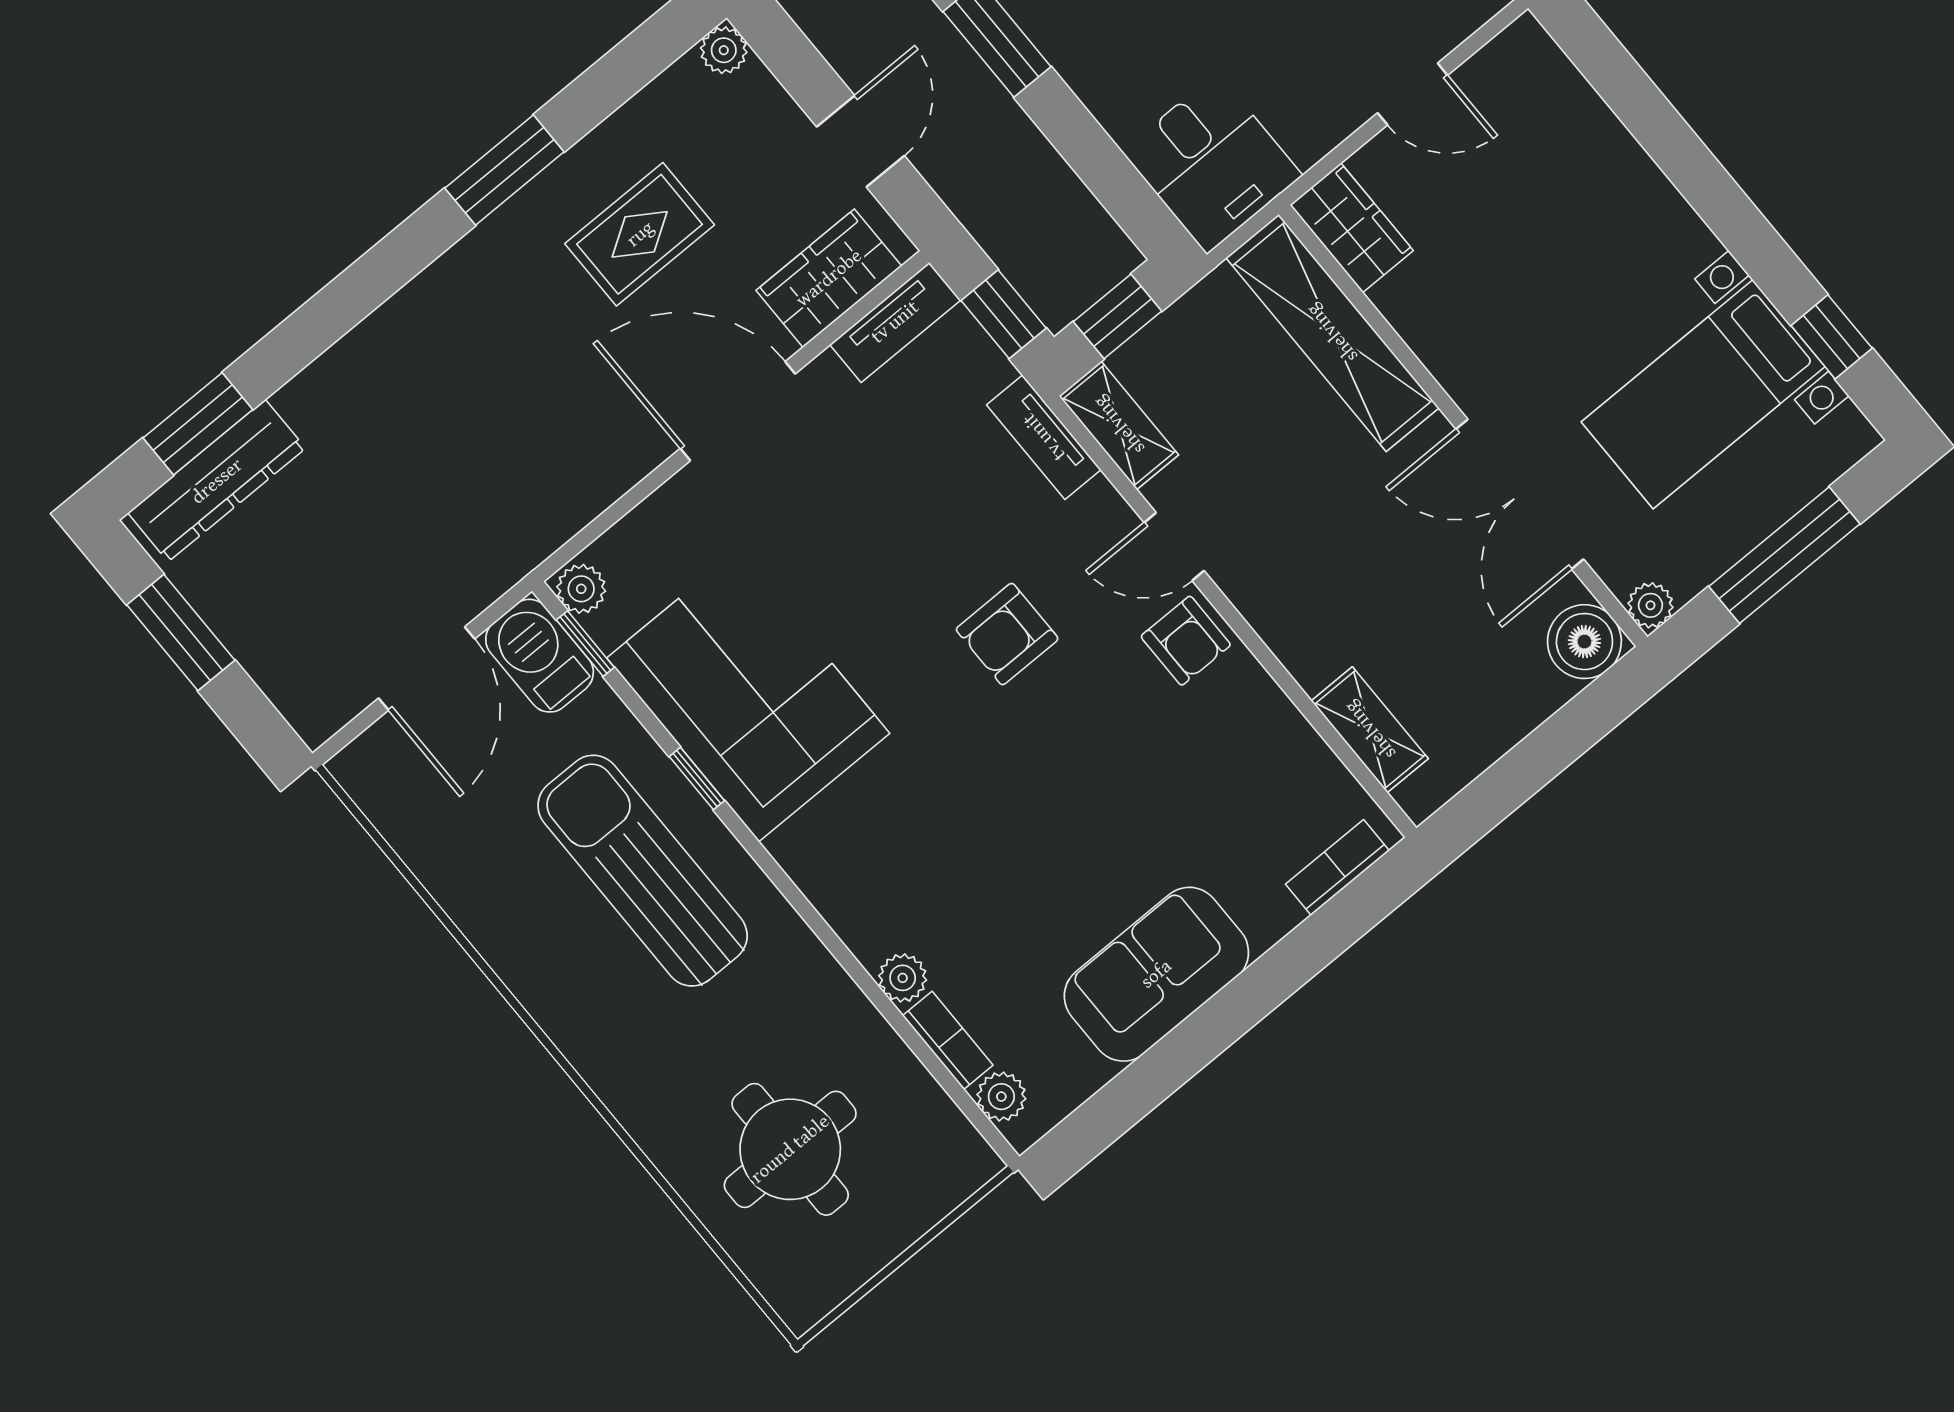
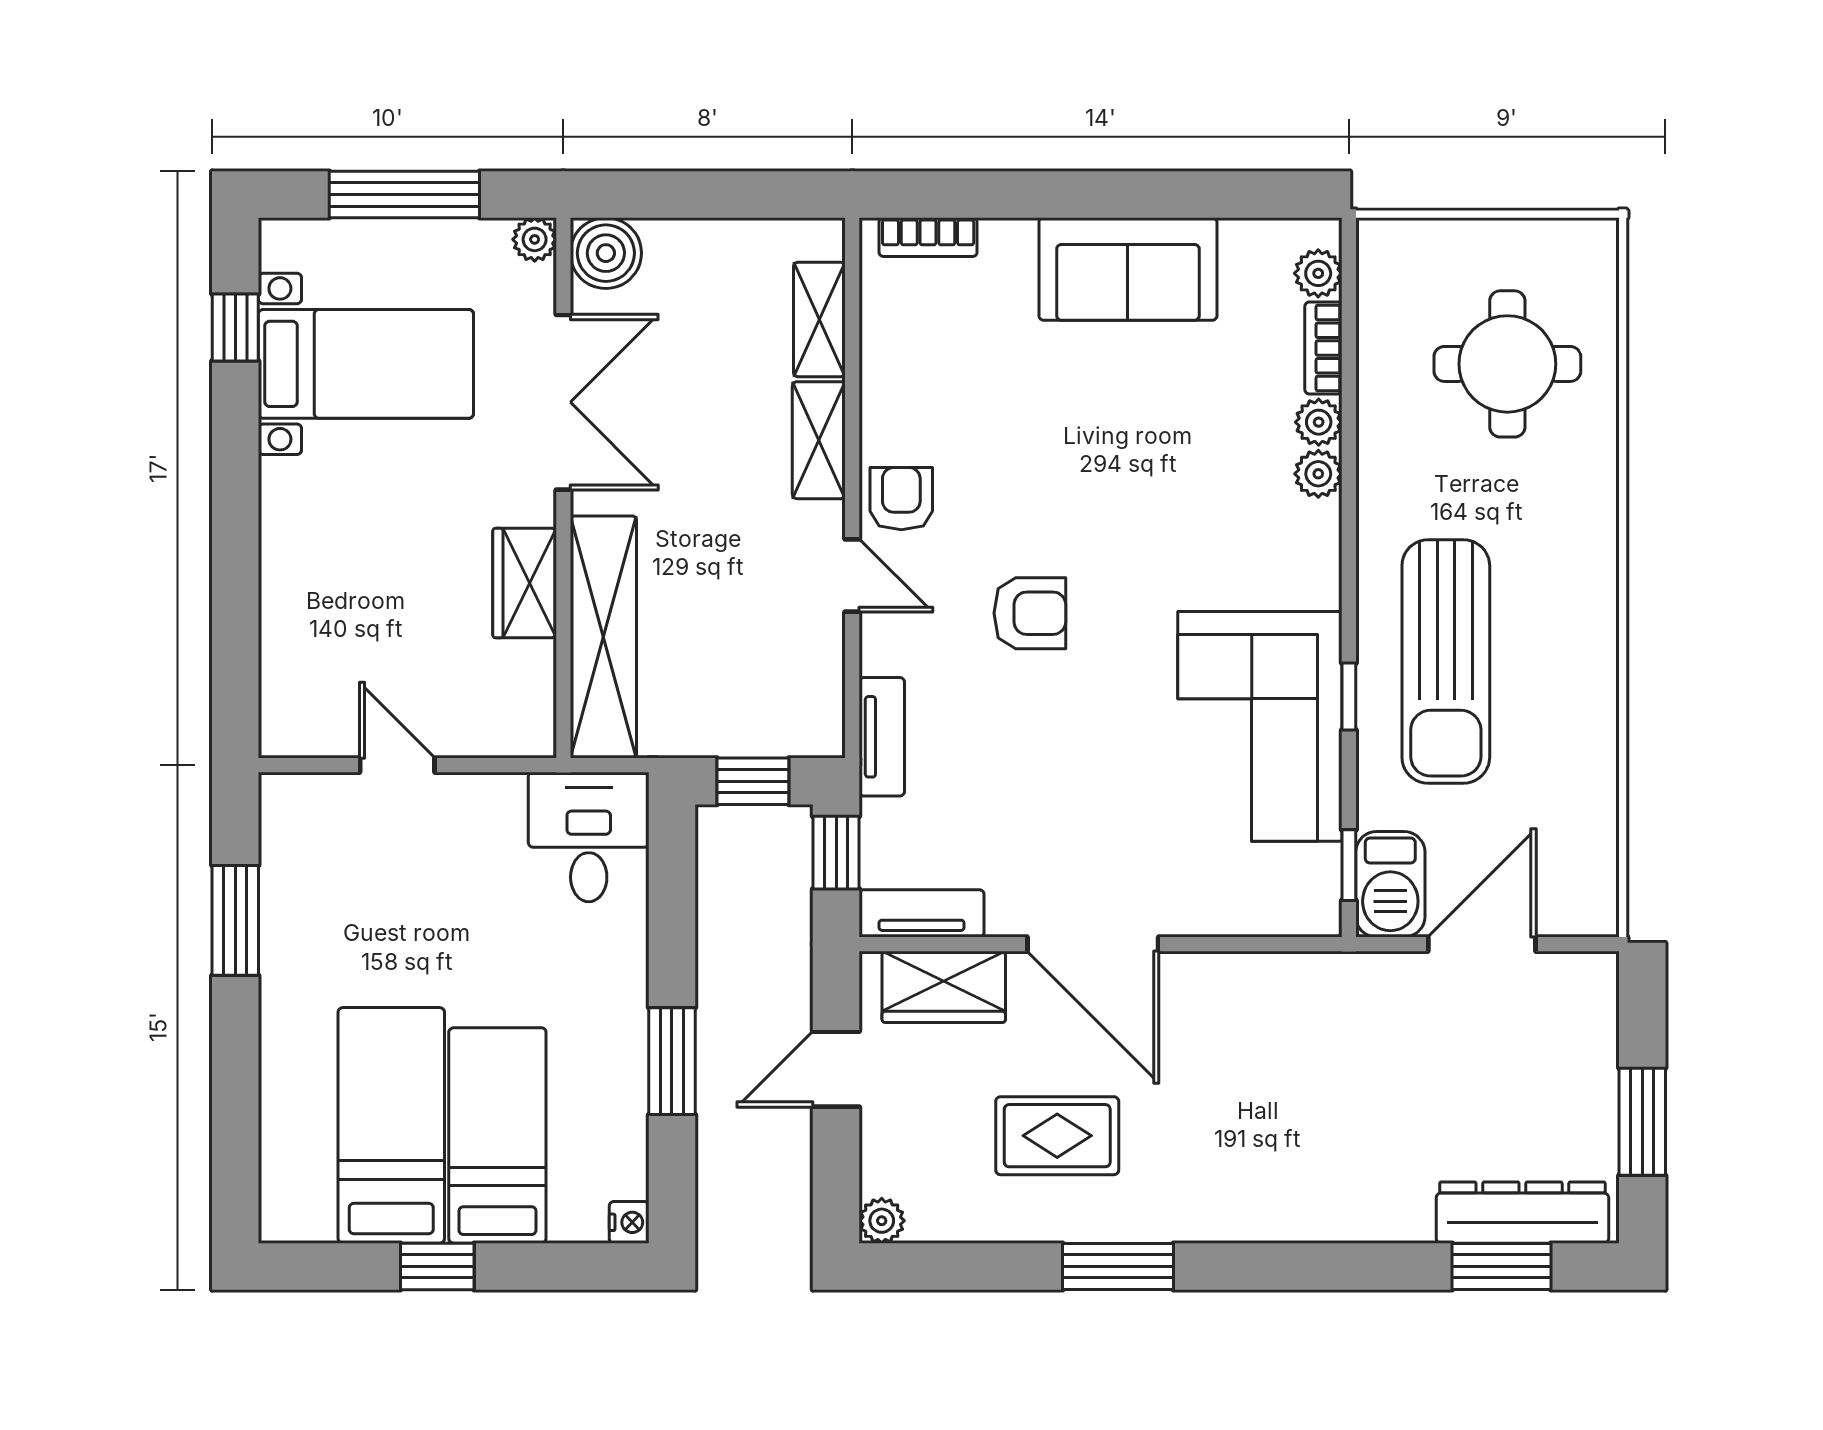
wardrobe: (1352, 228) -> (525, 583), moved
shelving: (1119, 425) -> (819, 440), moved
plant: (581, 589) -> (1318, 474), moved

